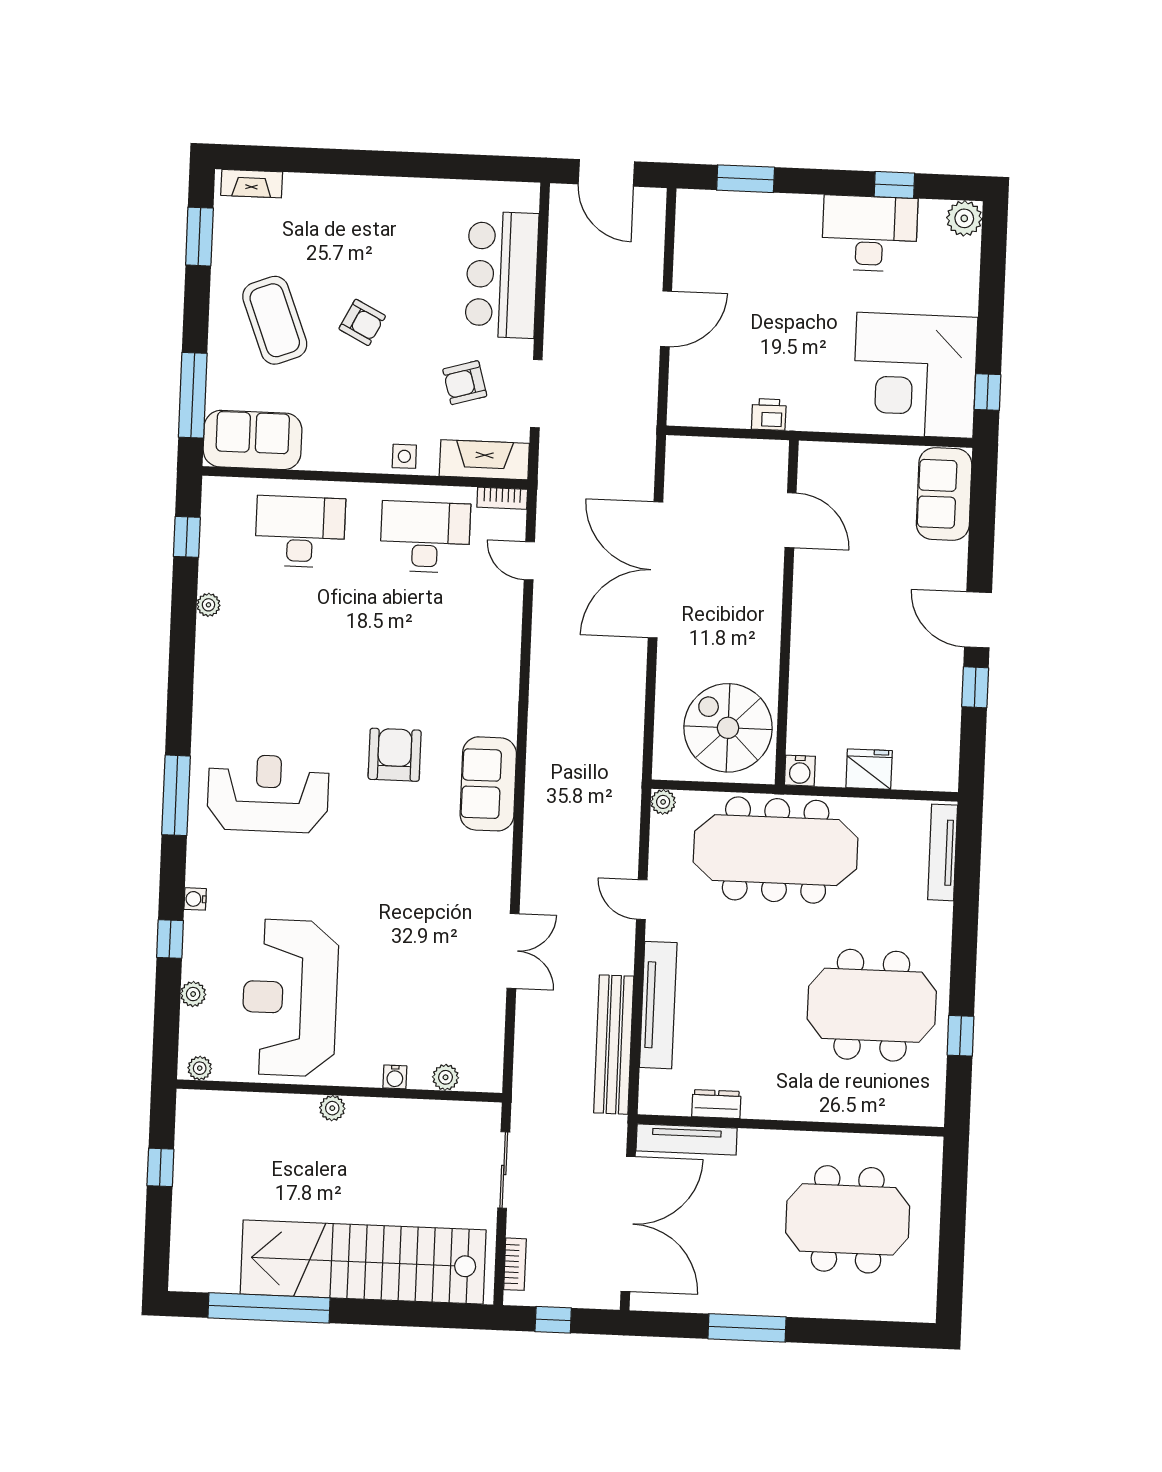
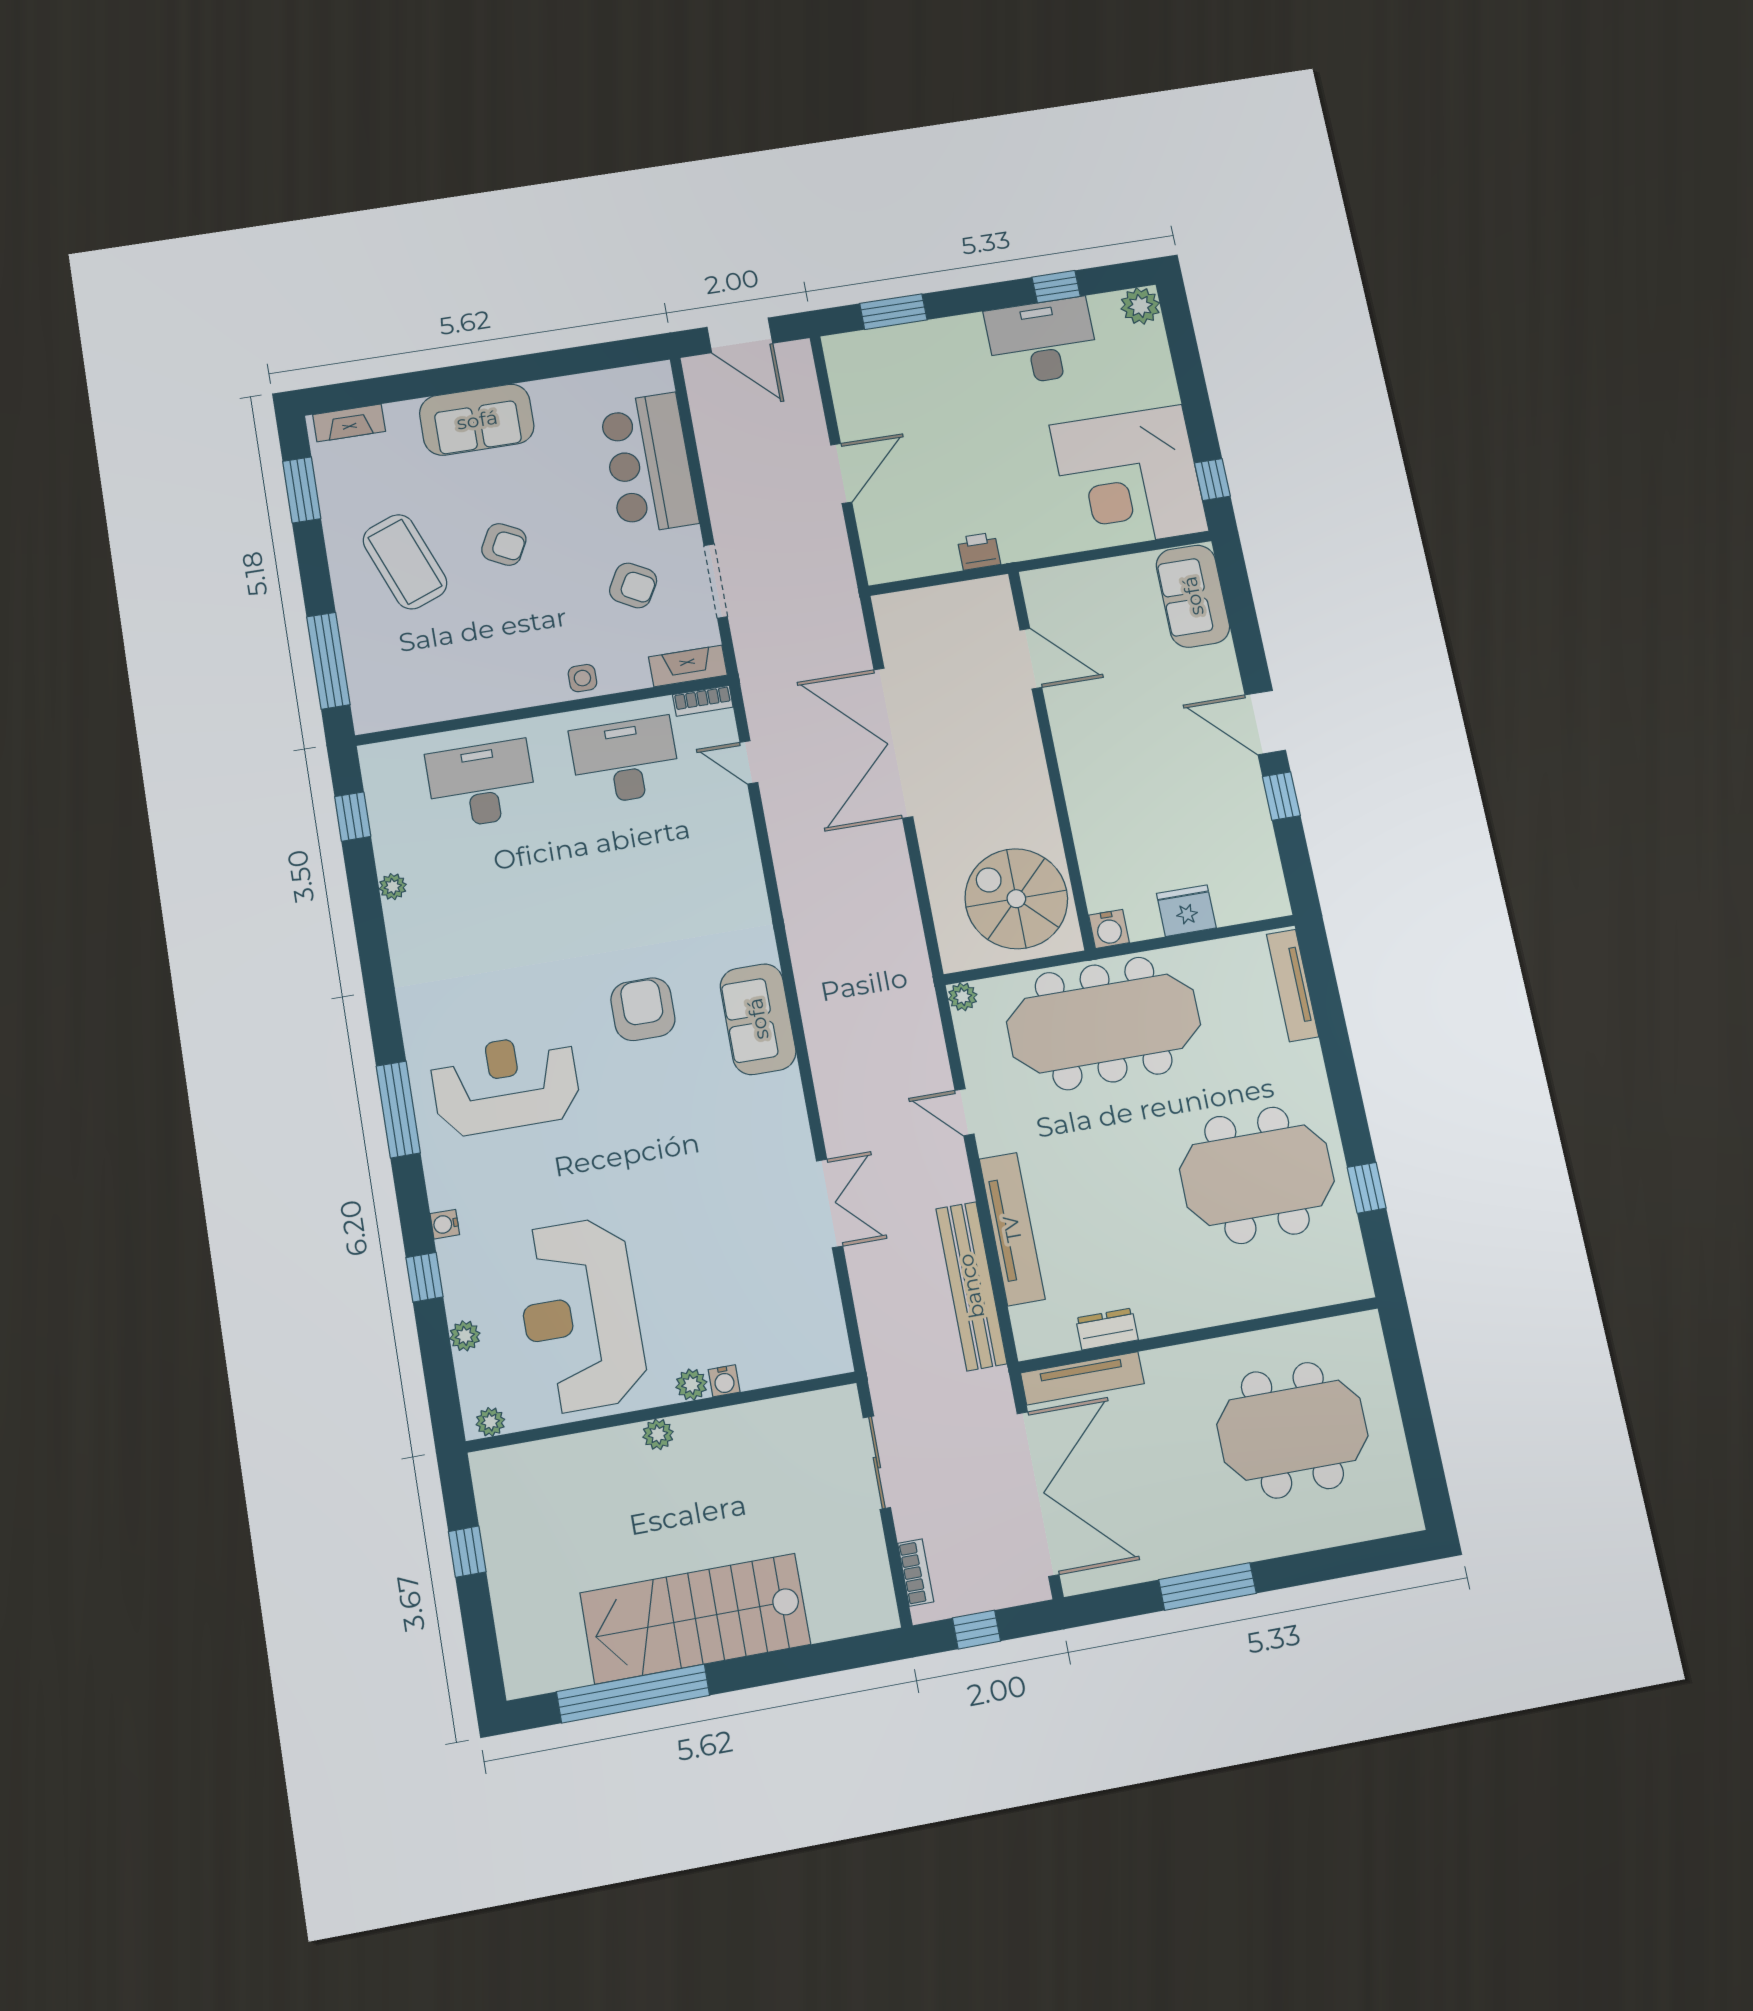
armchair: (465, 383) -> (633, 585), turned -135
sofa: (253, 440) -> (477, 420), moved, turned 180
fireplace: (484, 460) -> (688, 666), width x0.73, depth x0.76
plant: (446, 1077) -> (691, 1385), moved
stairs: (363, 1262) -> (695, 1619), width x0.73

